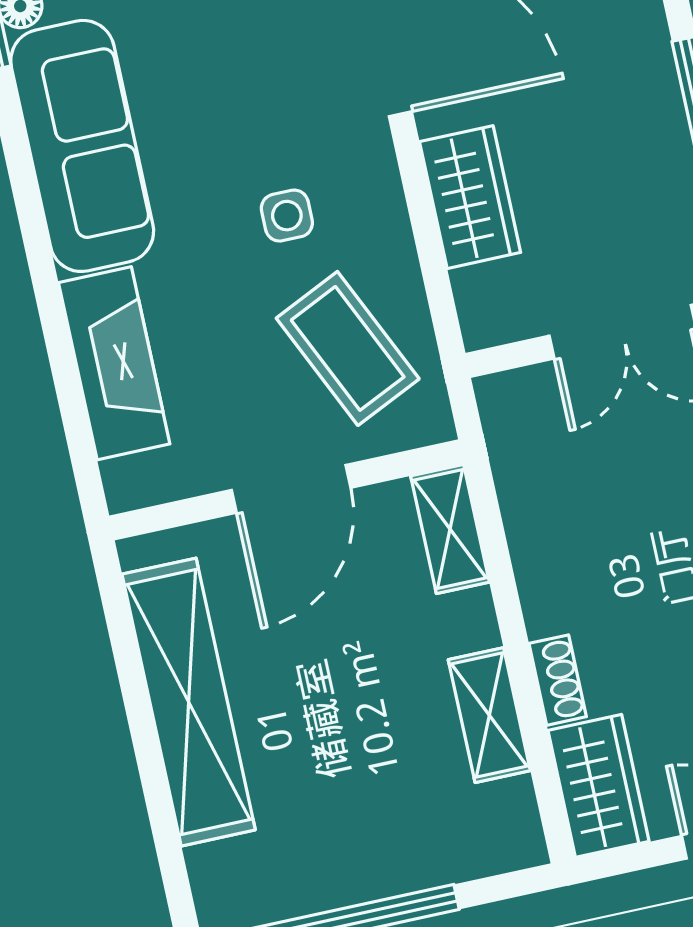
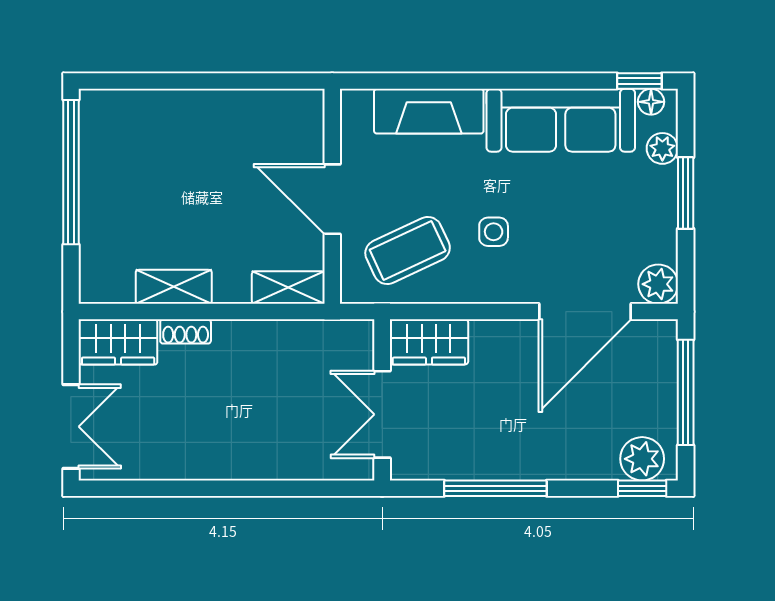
wardrobe: (470, 197) -> (429, 342), moved
shelving: (189, 702) -> (220, 112), removed

